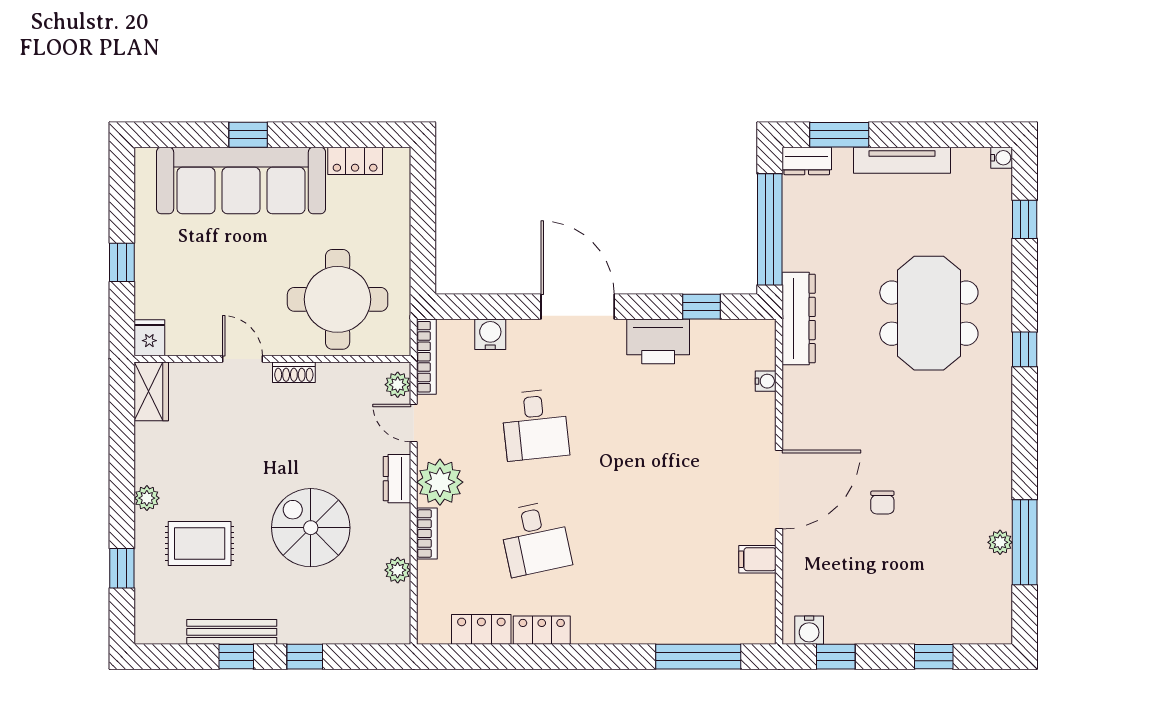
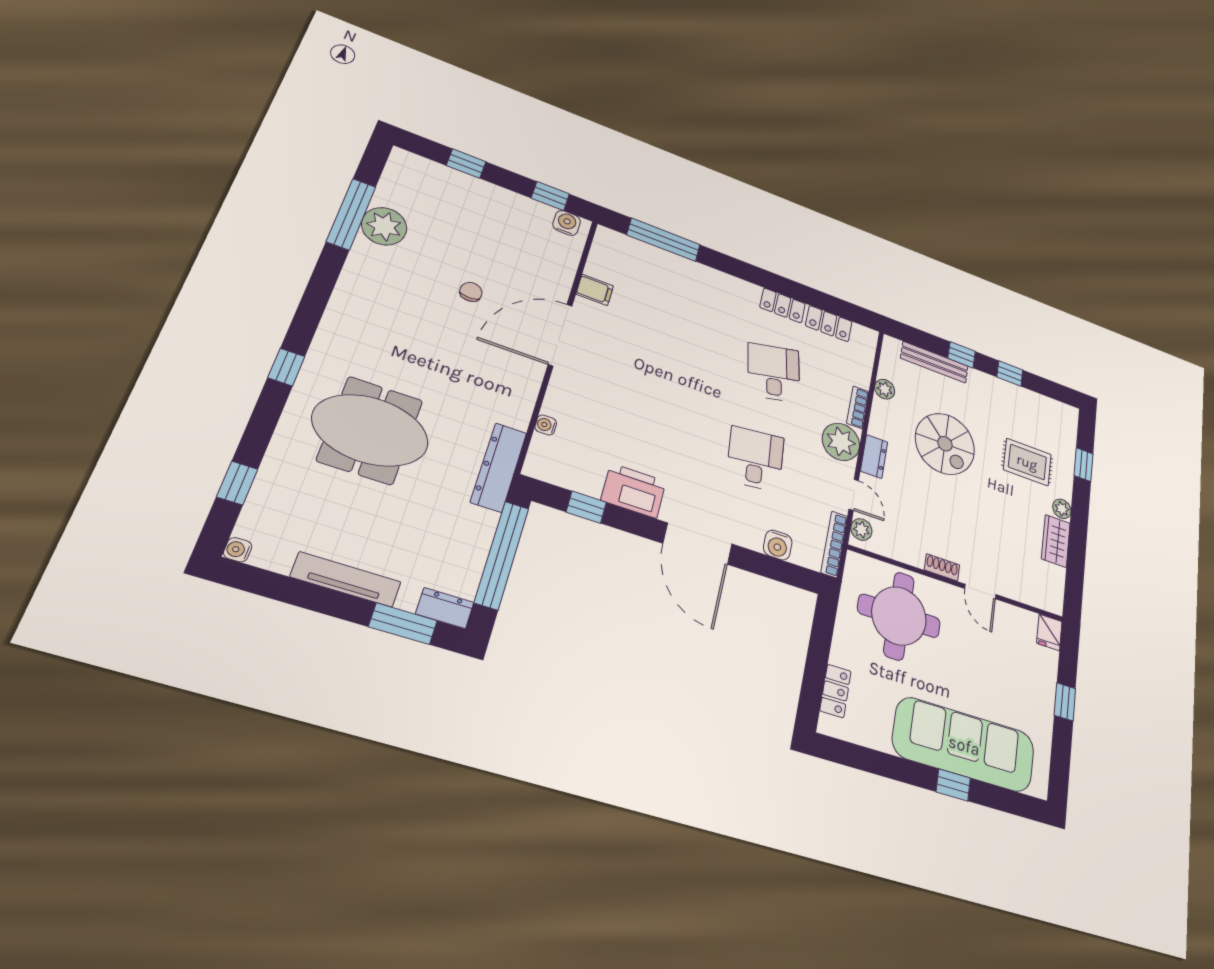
locker: (355, 161) -> (836, 691), moved, turned 90
meeting table: (929, 313) -> (370, 430), turned 90
wardrobe: (151, 391) -> (1056, 541), moved
plant: (1000, 542) -> (384, 226), width x1.88, depth x1.88
bench: (232, 632) -> (934, 362), moved

